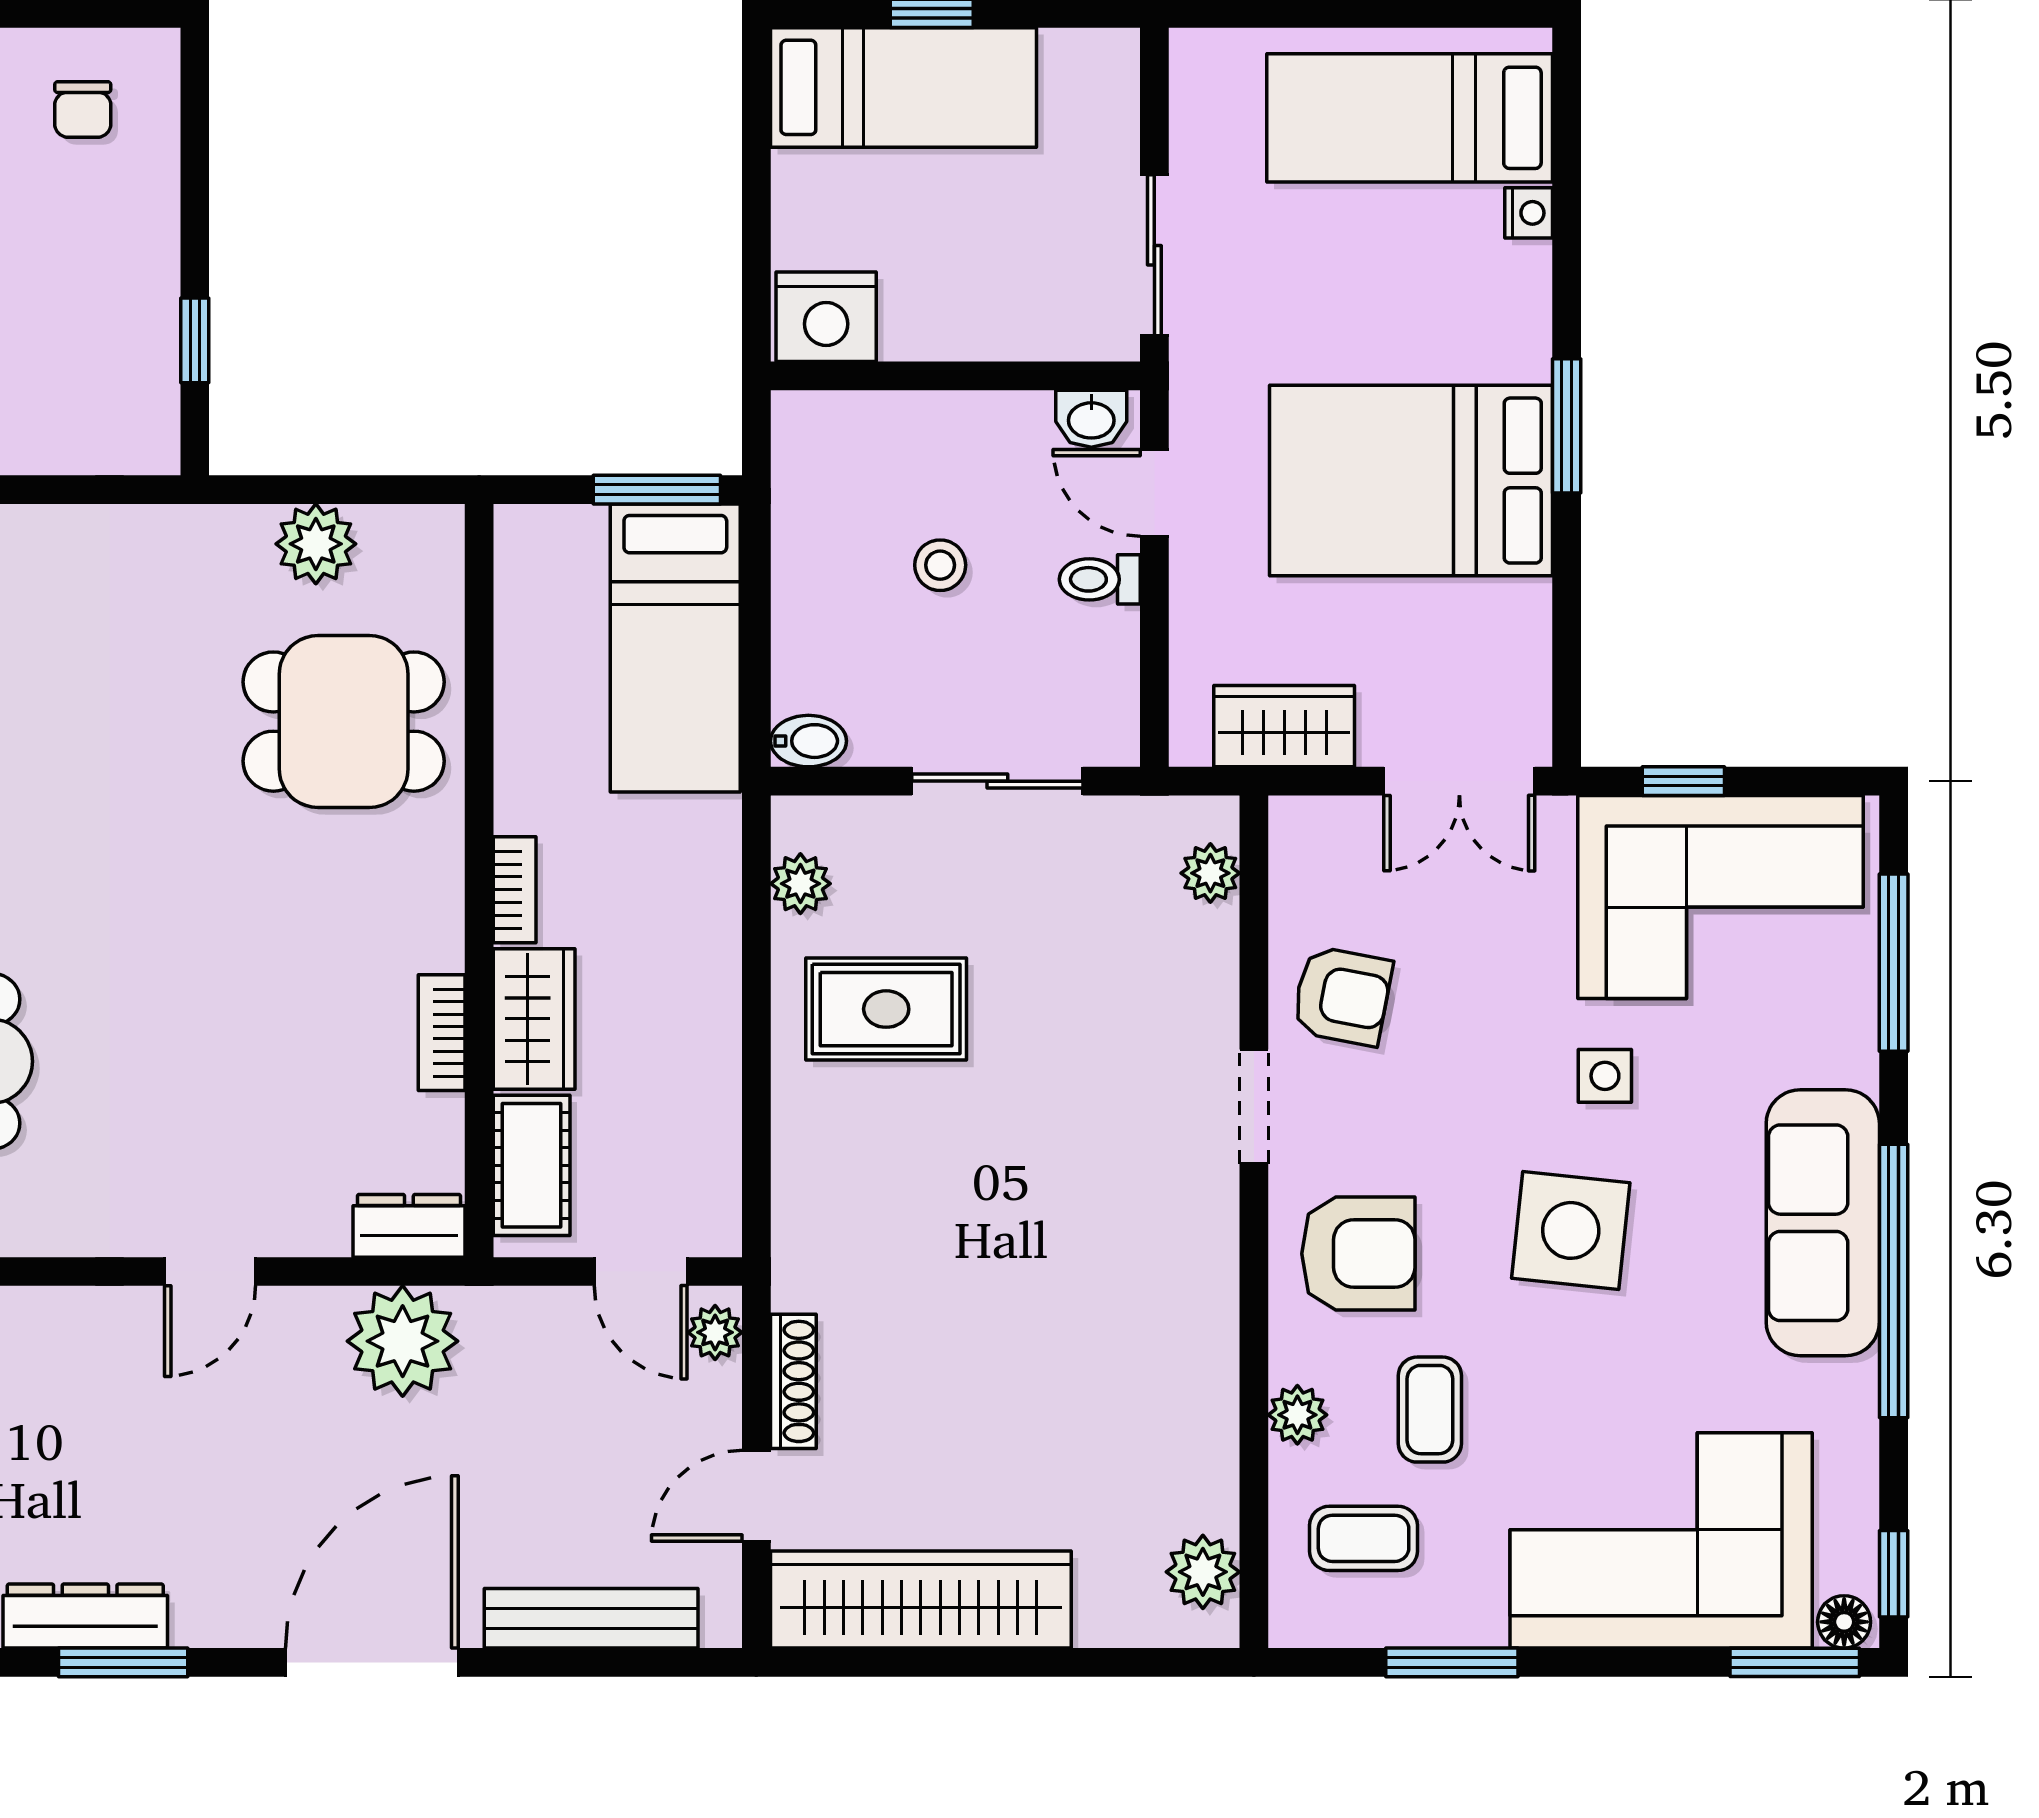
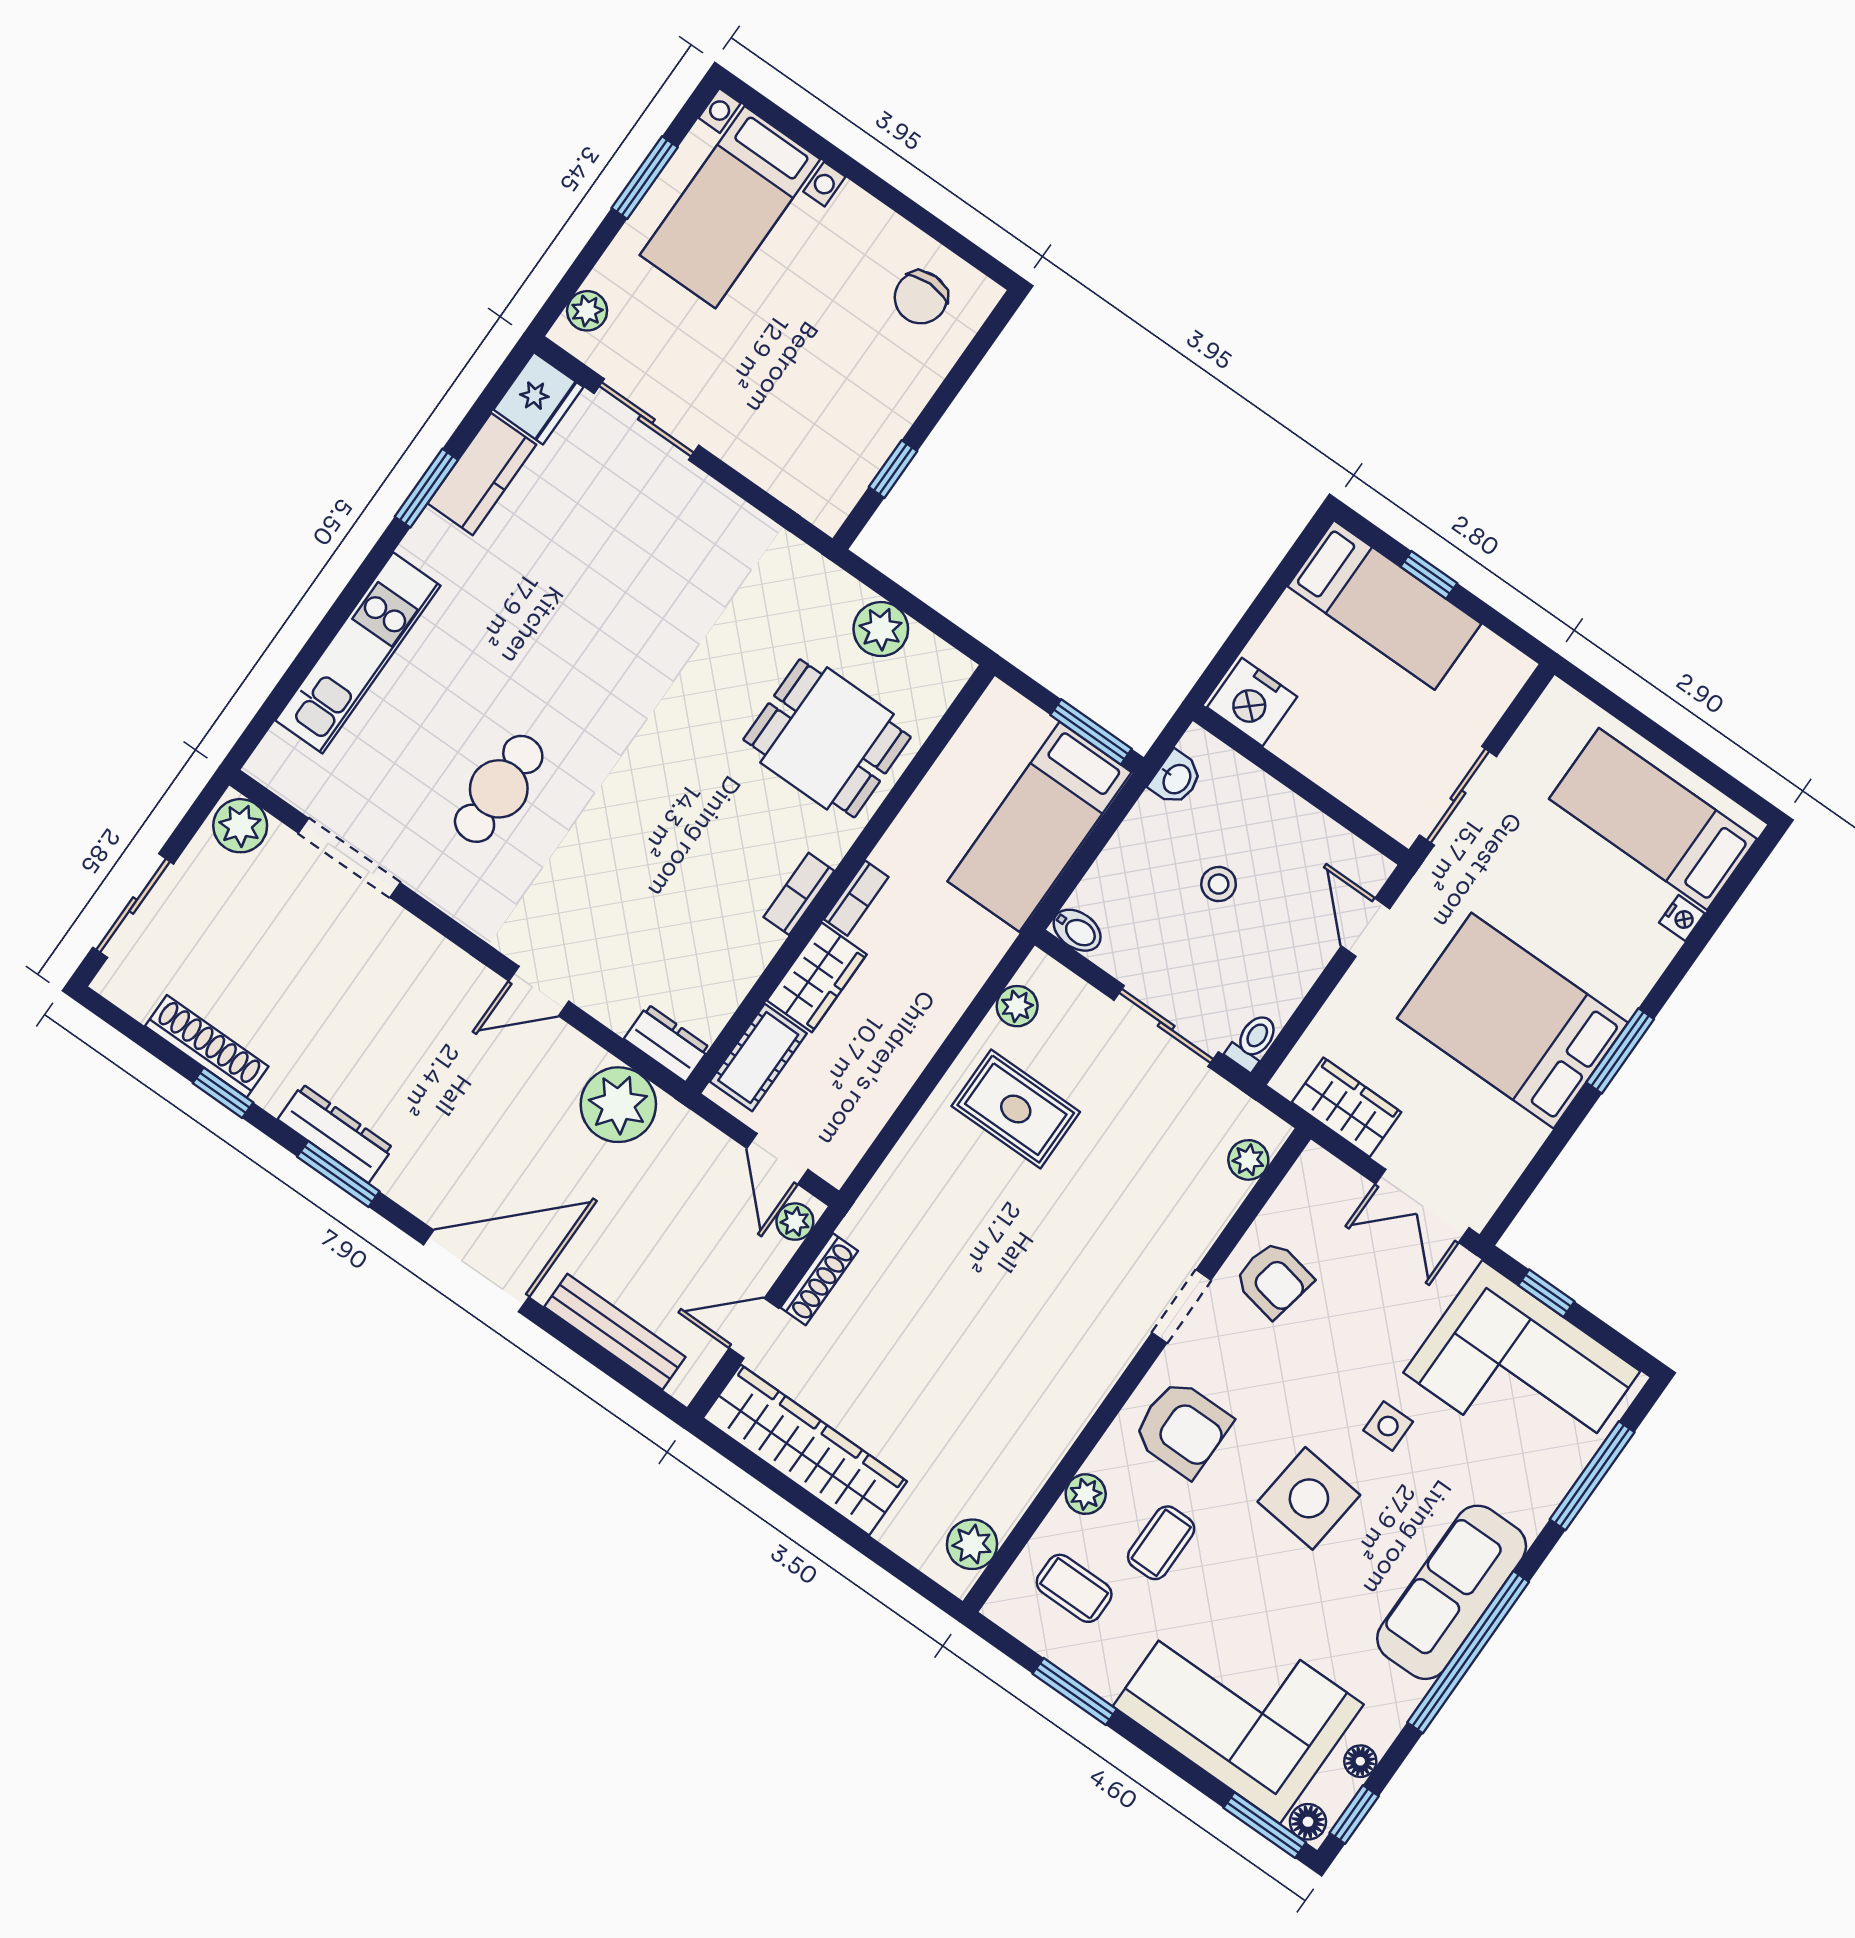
chair: (83, 109) -> (921, 297), width x1.37, depth x1.37
washbasin: (1091, 419) -> (1176, 778), moved, turned -90
toilet: (1100, 579) -> (1253, 1042), moved, turned 90
bookcase: (442, 1033) -> (799, 894), moved
floor lamp: (1856, 1504) -> (1360, 1761), added

